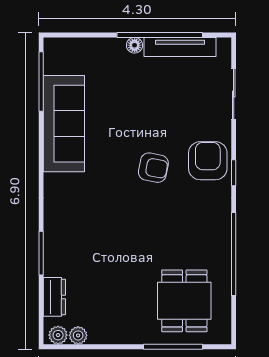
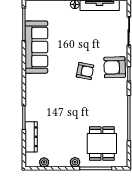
armchair: (208, 161) -> (115, 67), turned -92
dresser: (54, 297) -> (31, 137), width x1.44
plant: (58, 335) -> (75, 162), moved

